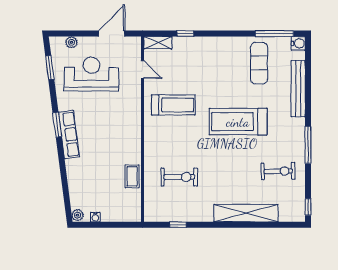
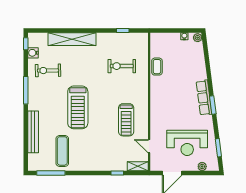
water cooler: (298, 43) -> (33, 53), moved
treadmill: (173, 105) -> (126, 120), turned -90
treadmill: (238, 122) -> (78, 107), turned 90

